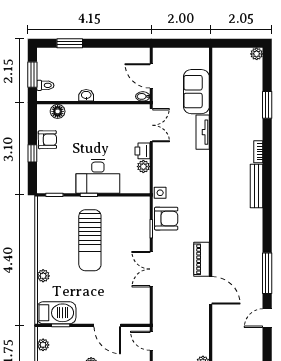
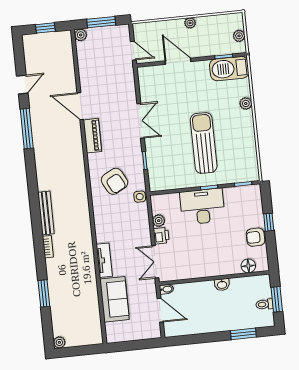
toilet: (45, 85) -> (264, 304), moved
armchair: (166, 219) -> (114, 181), moved, turned -118

